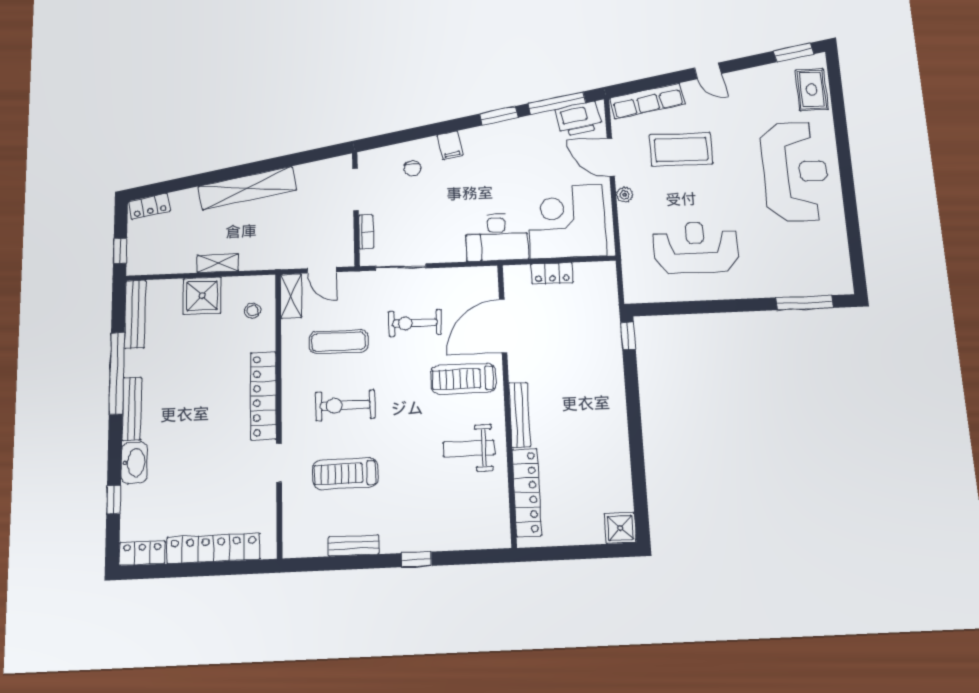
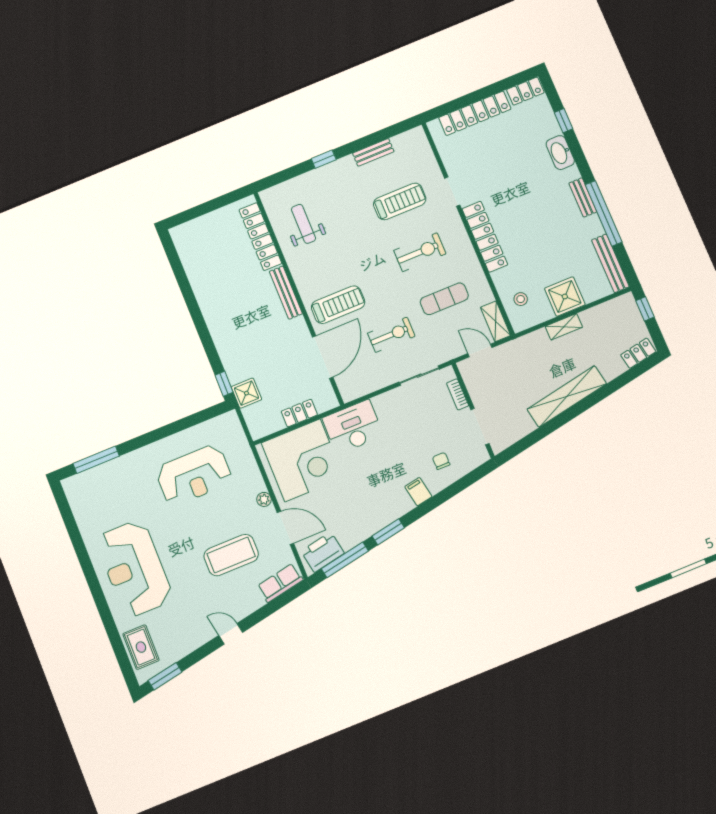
row of seats: (647, 101) -> (280, 583), width x0.68
bench: (132, 409) -> (583, 197), width x0.73
weight bench: (469, 448) -> (304, 224), moved, turned -90
shower: (620, 528) -> (246, 393), moved

